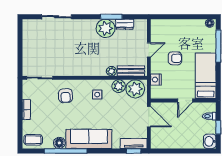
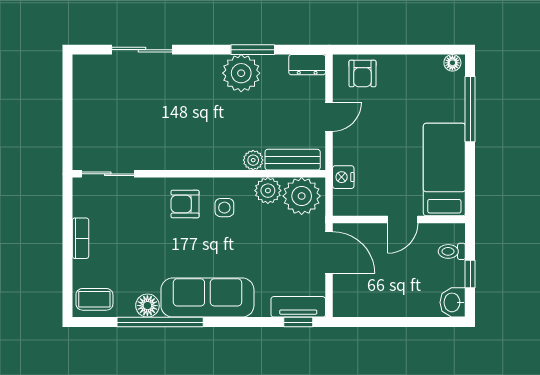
dresser: (125, 24) -> (307, 65), moved
armchair: (175, 58) -> (362, 73), moved, turned 90
armchair: (65, 96) -> (185, 204), moved, turned 94

